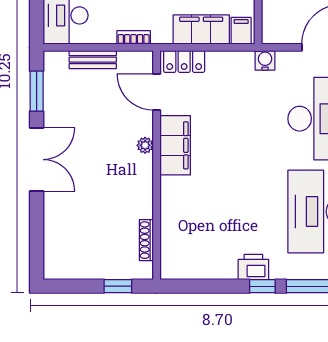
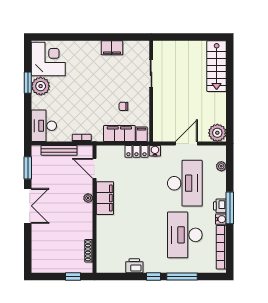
bench: (93, 60) -> (59, 150), width x1.36
locker: (184, 62) -> (136, 151), moved
printer: (253, 267) -> (134, 266), moved

